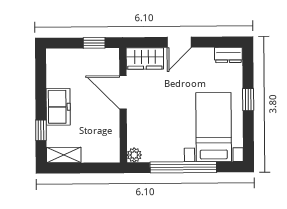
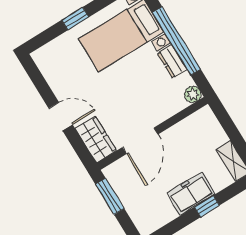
window: (94, 43) -> (110, 196), width x1.50
dresser: (228, 55) -> (172, 62), moved, turned 180
window: (41, 130) -> (207, 206), moved

